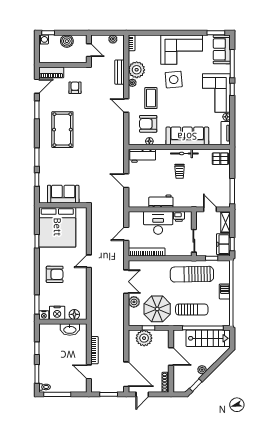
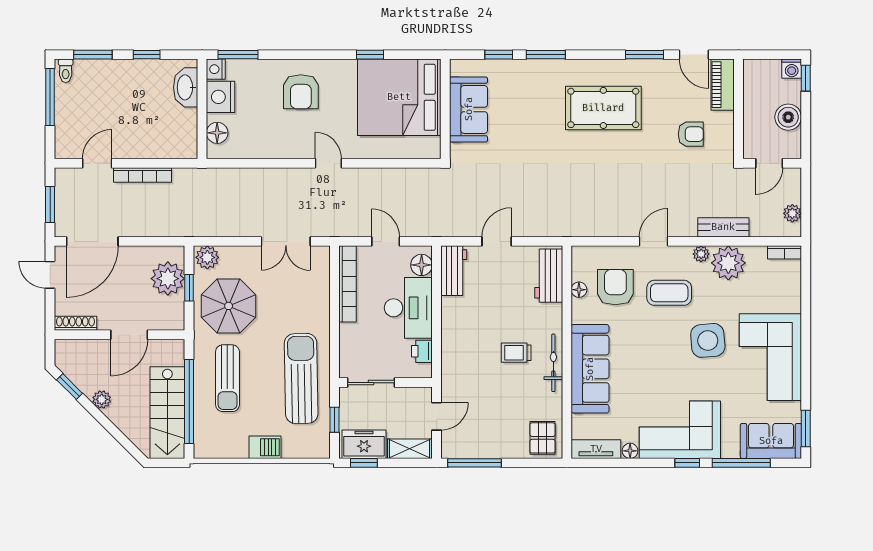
workbench: (161, 201) -> (454, 271), moved
floor lamp: (138, 217) -> (422, 265), added
plant: (134, 302) -> (207, 257), moved
washbasin: (70, 330) -> (186, 87), moved

